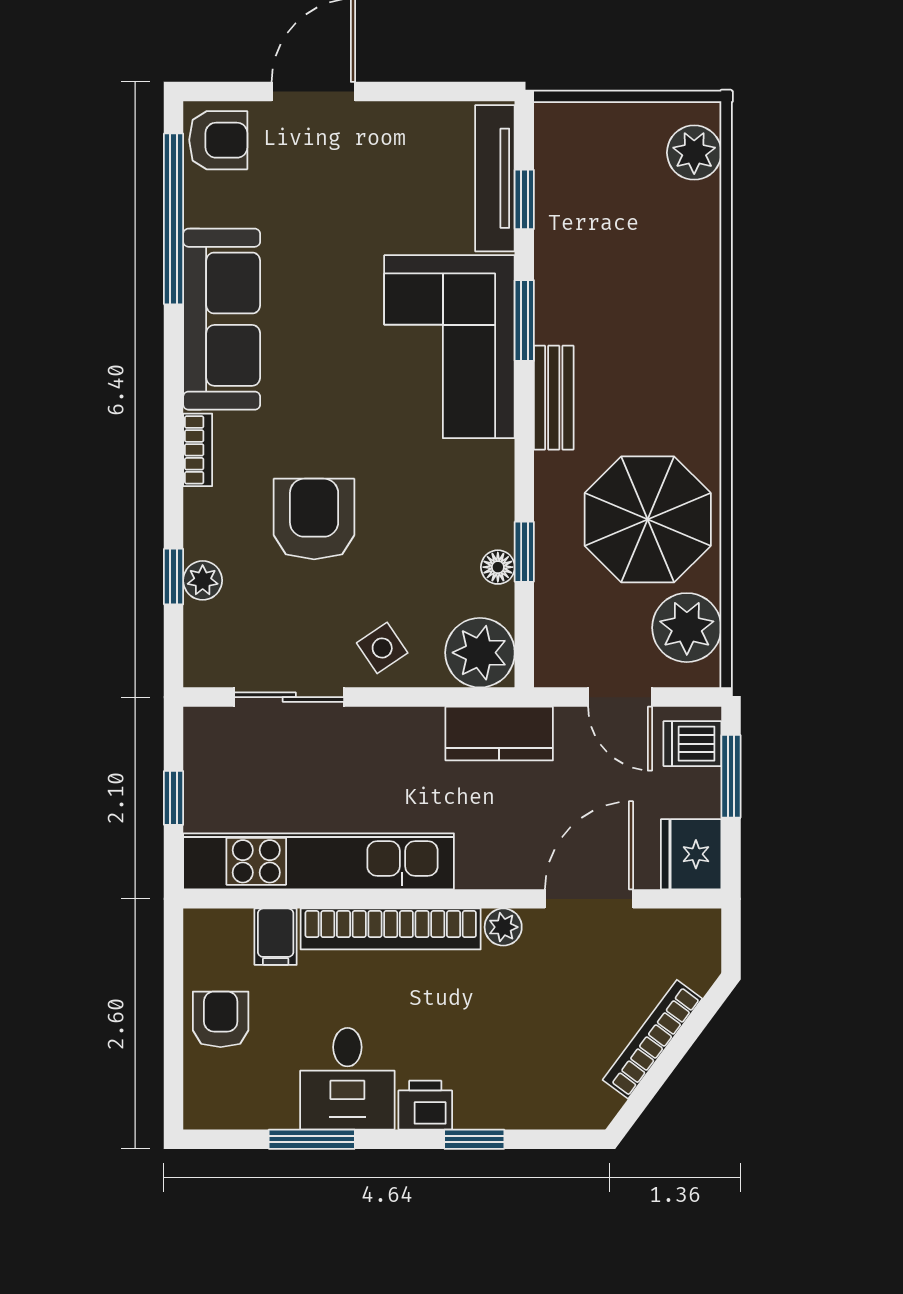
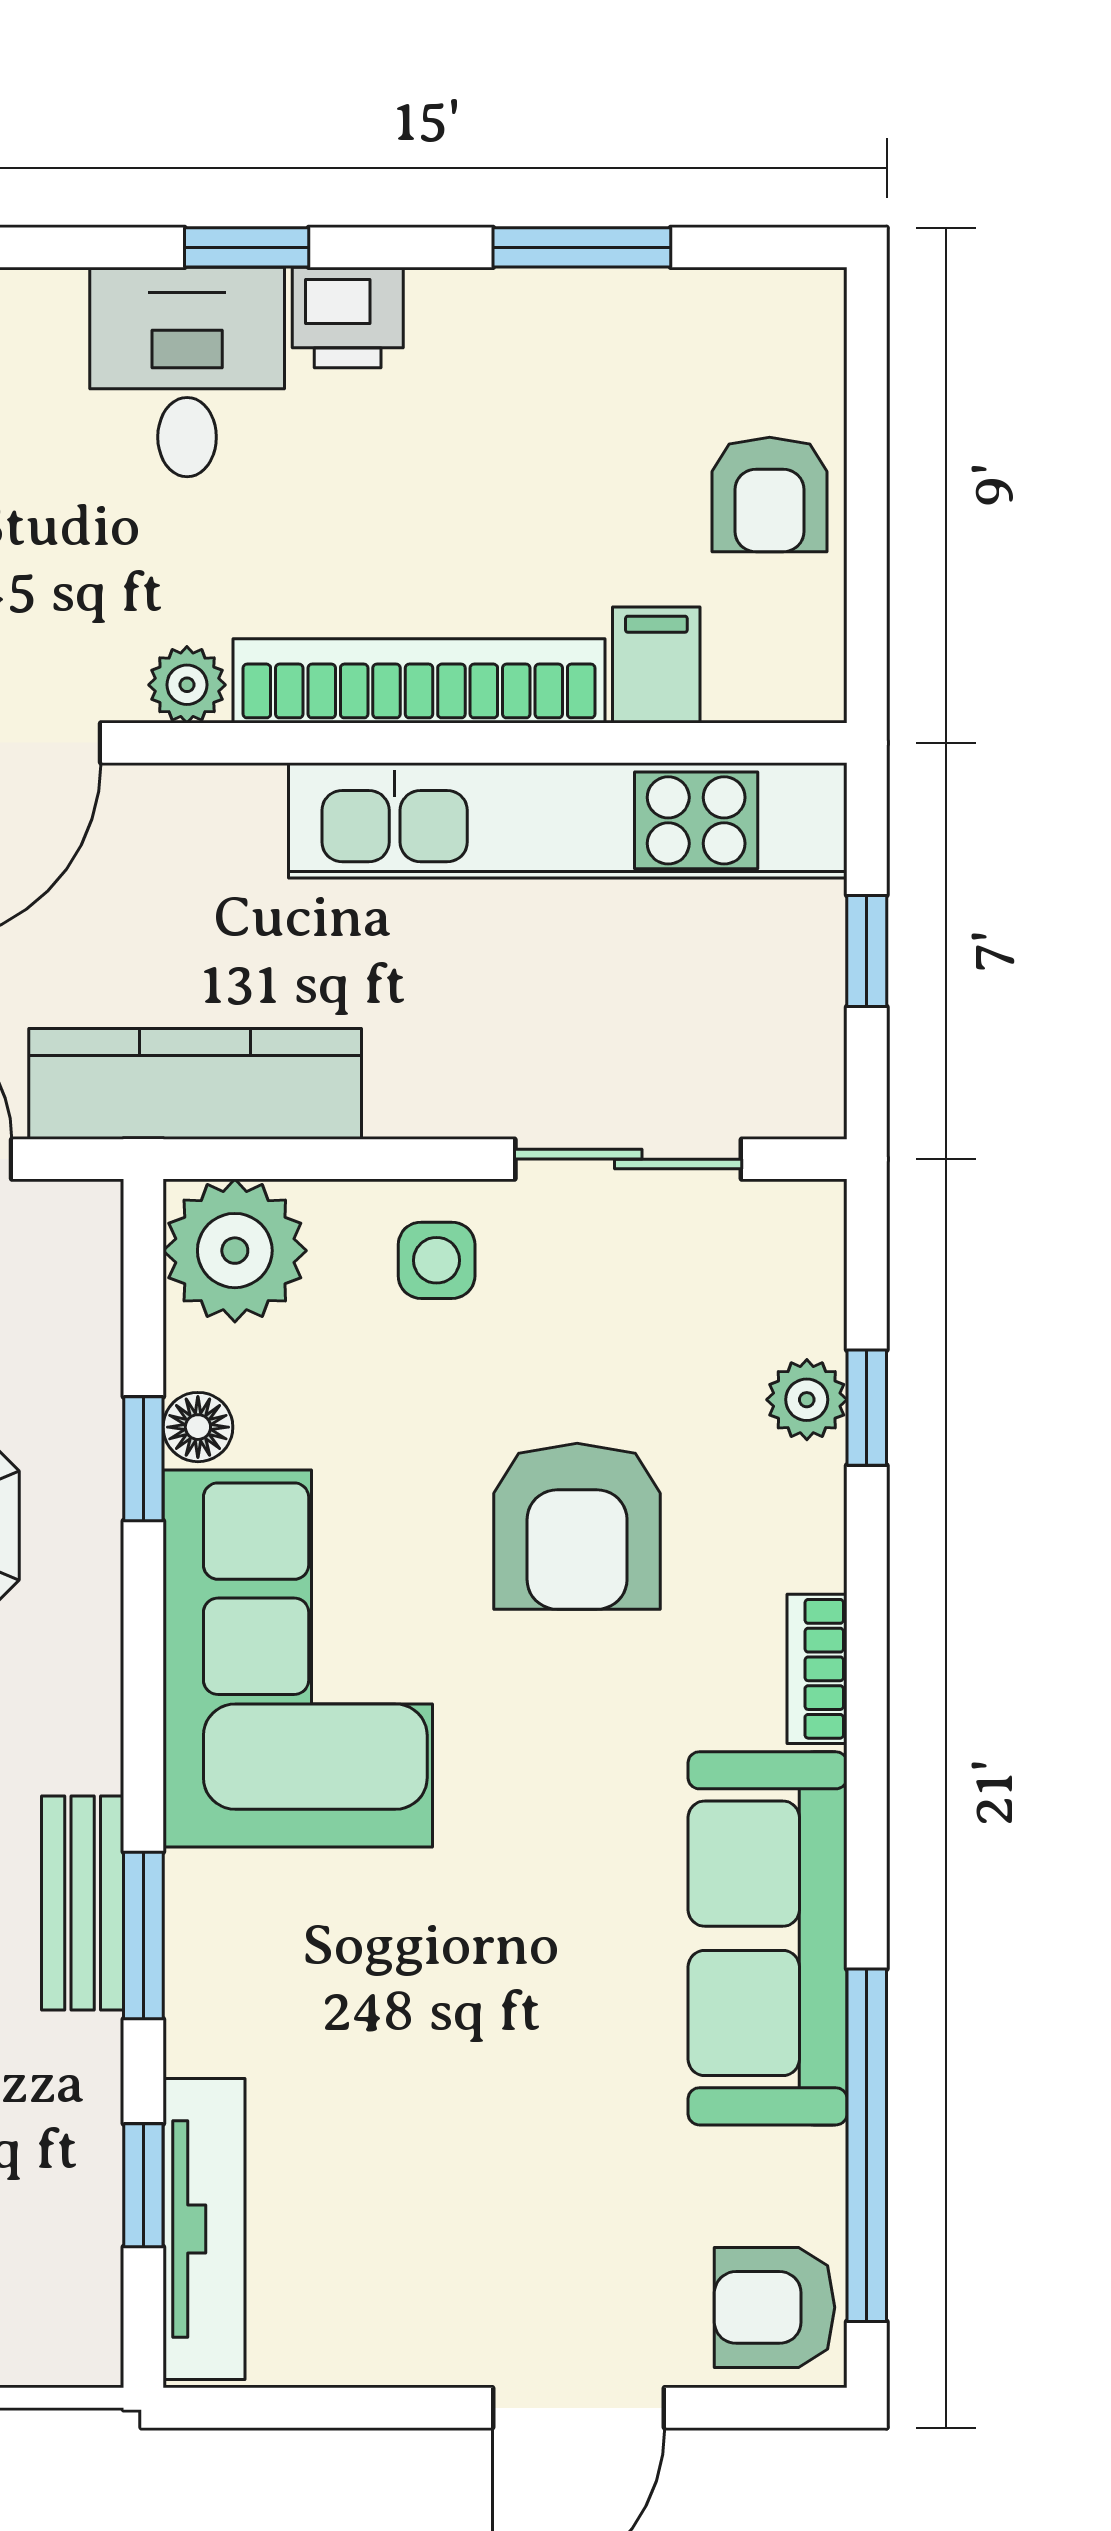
corner sofa: (449, 347) -> (298, 1658), moved
bench: (554, 398) -> (83, 1903), moved
side table: (382, 648) -> (437, 1260), turned 34
kitchen counter: (499, 734) -> (195, 1084), width x1.50
desk: (347, 1079) -> (187, 372), moved

